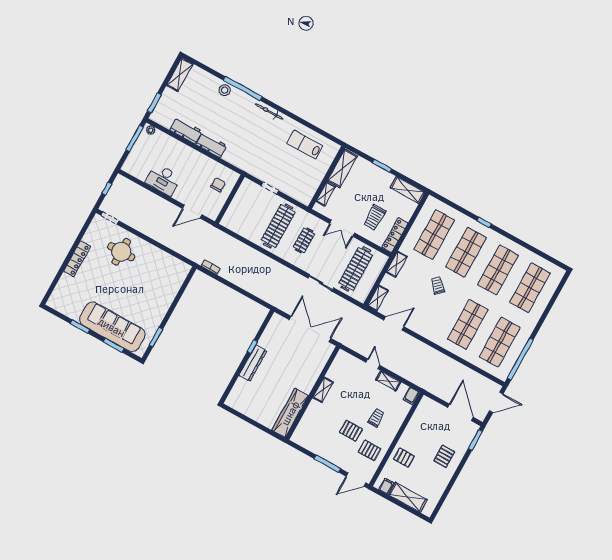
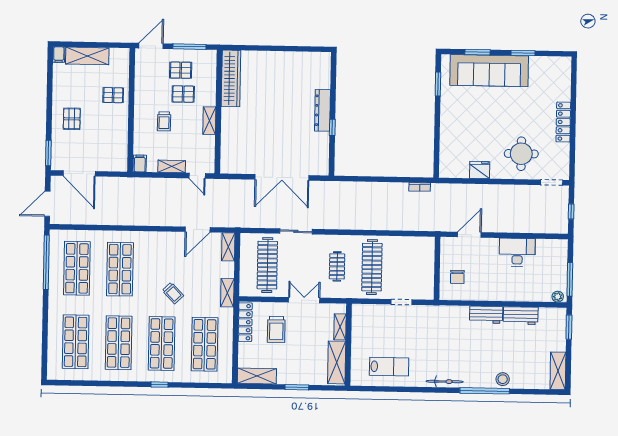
trolley: (375, 217) -> (276, 329), turned 180
fridge: (159, 256) -> (480, 170), added
shelving: (323, 390) -> (209, 121), moved
wall: (313, 393) -> (218, 112), moved
wardrobe: (290, 413) -> (231, 78), moved
pallet: (370, 450) -> (181, 70), moved
filing cabinet: (386, 486) -> (59, 55), moved

